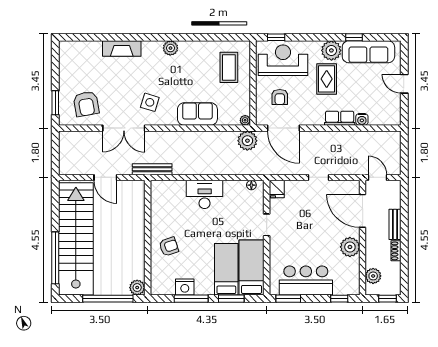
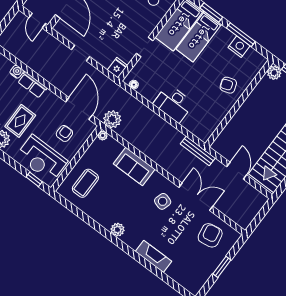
window: (55, 103) -> (222, 267), moved

